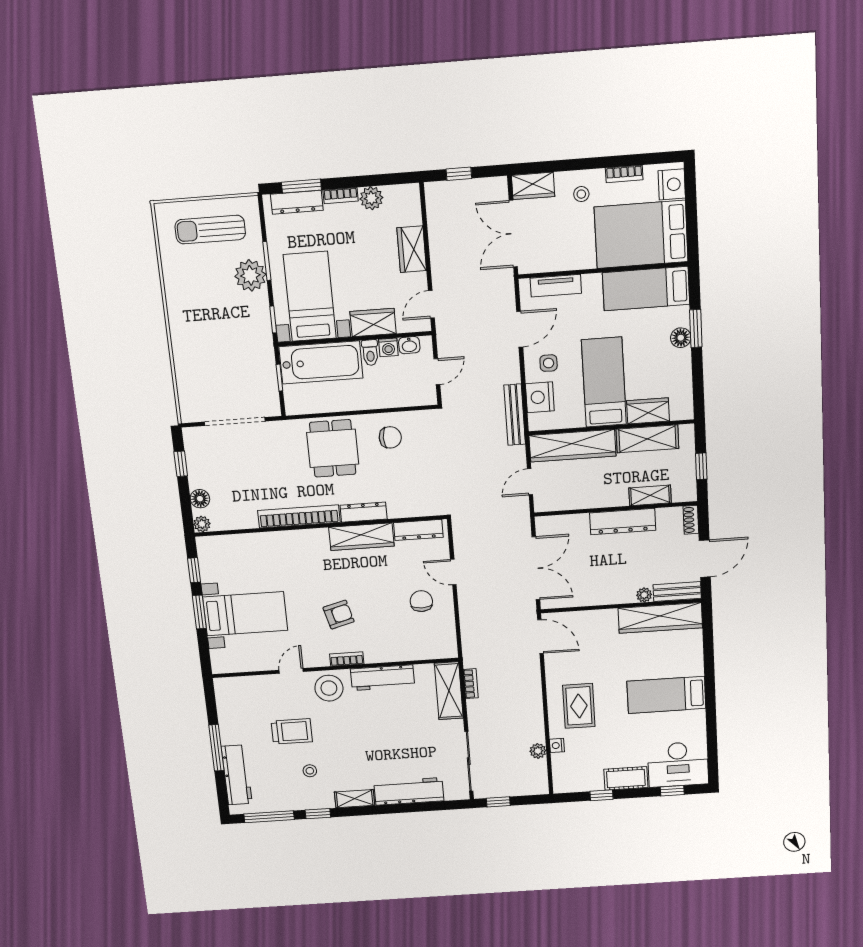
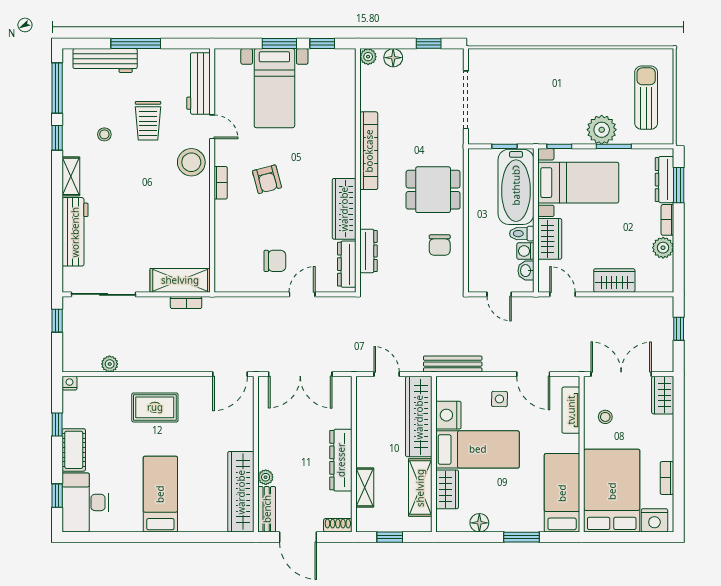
stool: (581, 194) -> (605, 417), moved
floor lamp: (681, 338) -> (479, 523), moved
nightstand: (540, 397) -> (448, 415), moved, turned -90
dresser: (364, 512) -> (368, 251), moved
workbench: (383, 678) -> (198, 83), moved
nightstand: (557, 745) -> (69, 383), moved

